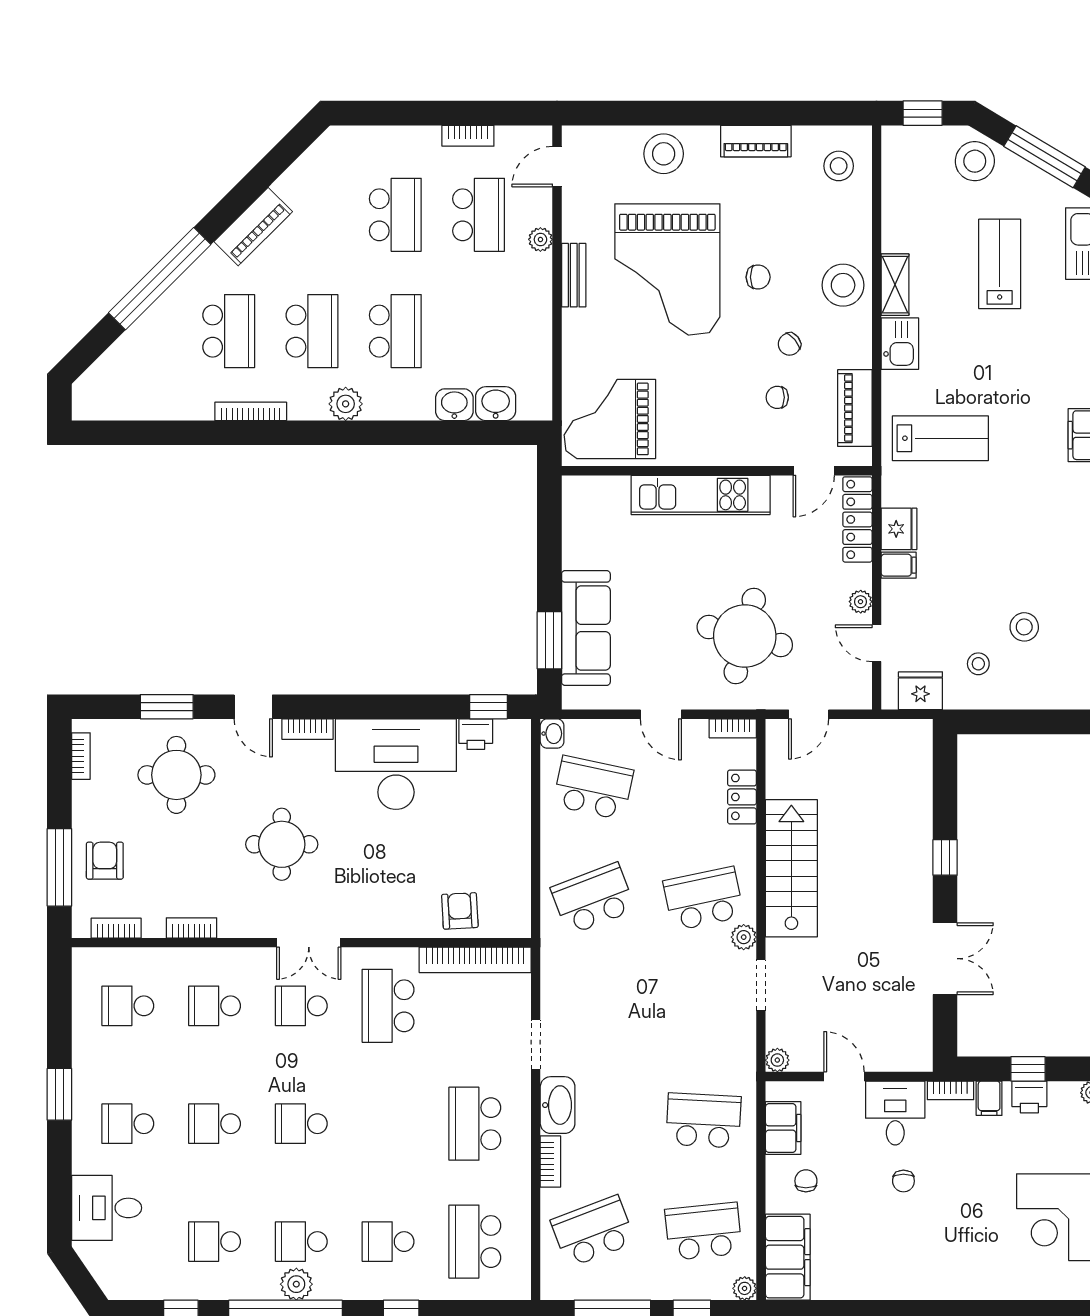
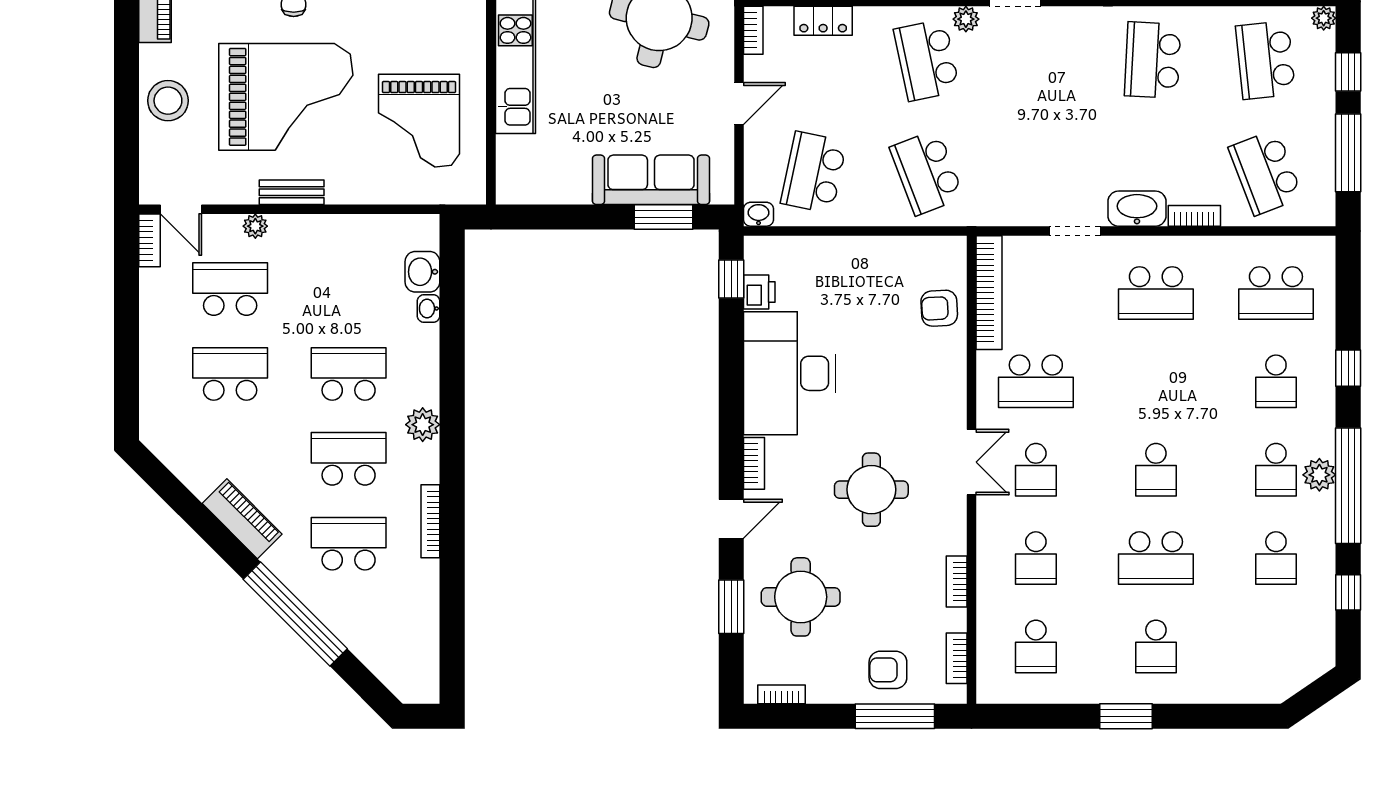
bookcase: (468, 136) -> (150, 240), moved
washbasin: (454, 405) -> (429, 309), width x0.72, depth x0.69
grand piano: (610, 419) -> (419, 121), moved
school desk: (215, 1124) -> (1156, 558), width x1.85
desk: (107, 1208) -> (1242, 668), removed

